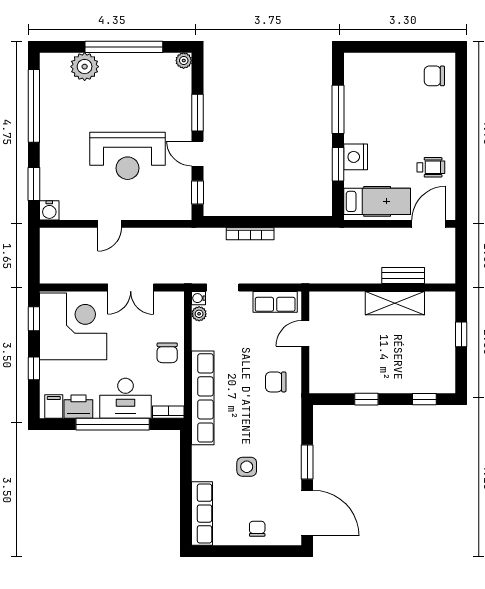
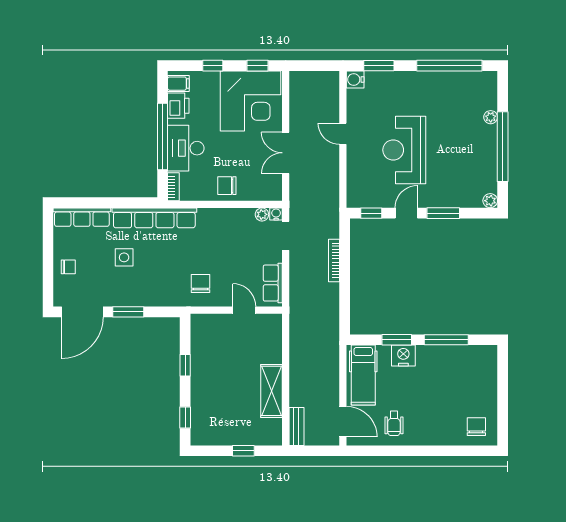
plant: (85, 67) -> (491, 117), width x0.53, depth x0.53
bench: (403, 275) -> (296, 426), moved
row of seats: (203, 398) -> (154, 218), moved

